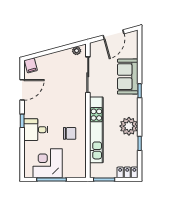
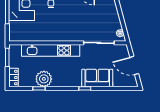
plant: (129, 126) -> (44, 79), moved
chair: (70, 133) -> (48, 27), removed

